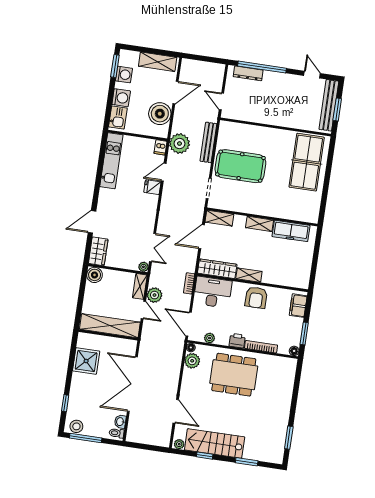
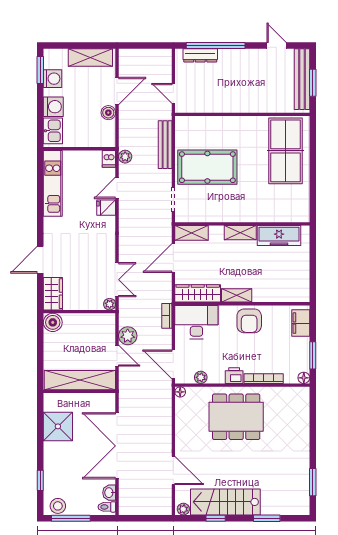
boiler: (160, 114) -> (108, 113), width x0.54, depth x0.54
plant: (179, 144) -> (125, 157), width x0.53, depth x0.53
shelving: (140, 286) -> (109, 328), removed
plant: (192, 361) -> (184, 408), removed

